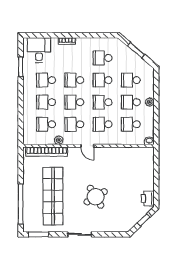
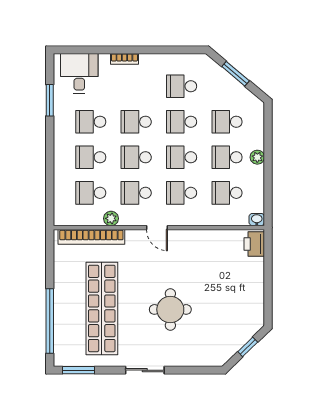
round table: (96, 197) -> (170, 309), turned 31
printer: (148, 199) -> (254, 244), moved

